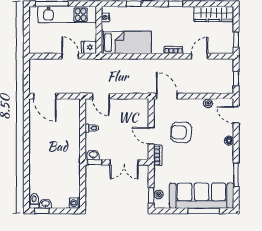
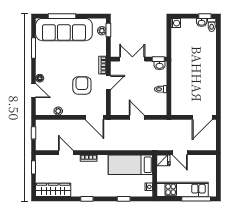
door: (200, 56) -> (66, 153), swing flipped
door: (45, 96) -> (202, 117), swing flipped
door: (101, 96) -> (137, 117), moved
door: (236, 115) -> (34, 91), moved
armchair: (181, 132) -> (82, 85), turned -94
door: (151, 136) -> (108, 82), hinge flipped

